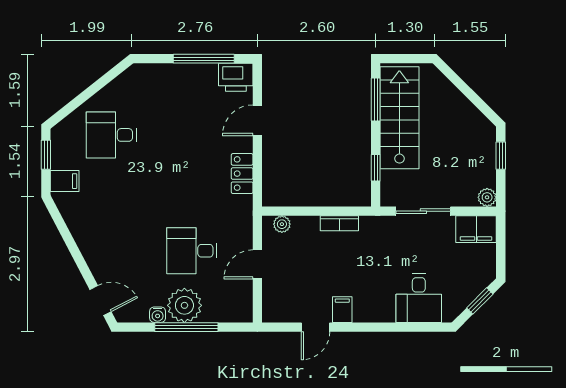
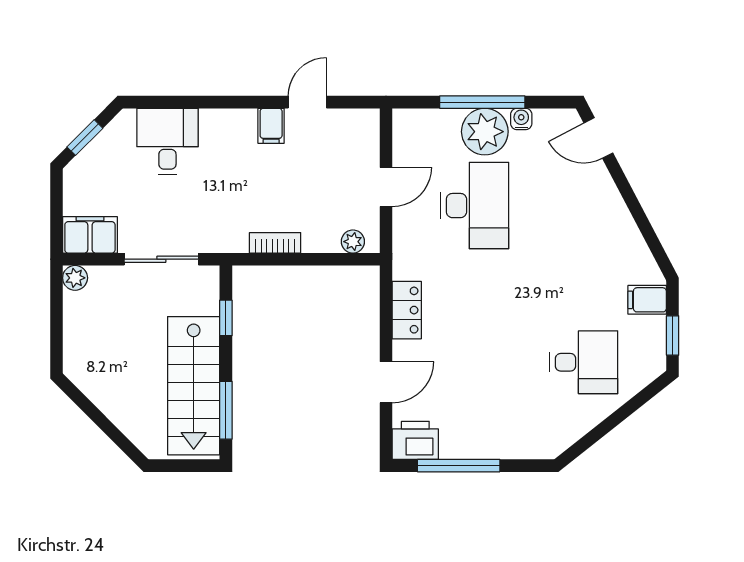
window: (501, 156) -> (56, 334), removed
desk: (192, 251) -> (475, 206), width x1.37

